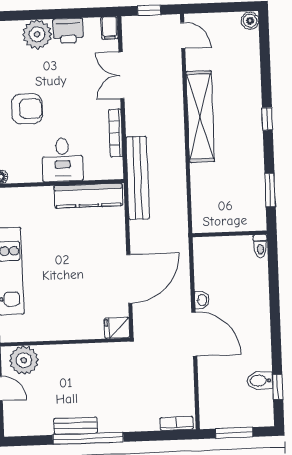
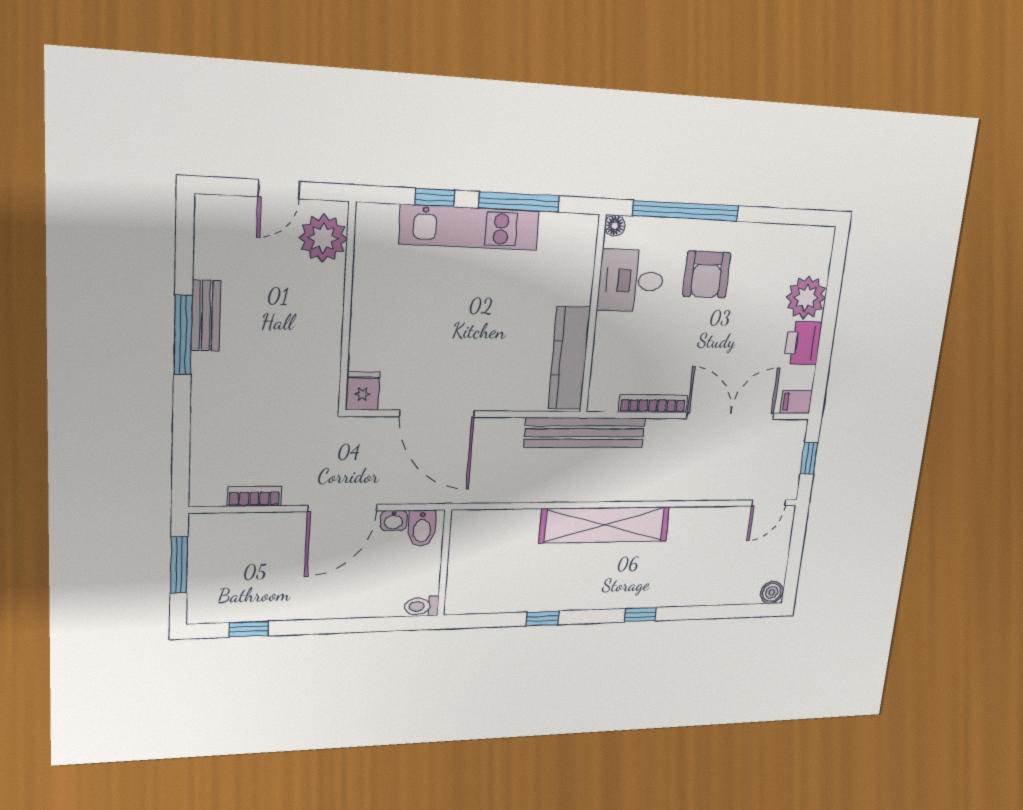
double door: (121, 75) -> (731, 416), width x1.37
shelving: (200, 116) -> (605, 525), moved
desk: (63, 160) -> (631, 281), moved
window: (270, 190) -> (543, 618), width x0.67
wall: (230, 234) -> (444, 563), moved
toilet: (260, 246) -> (422, 606), moved
bidet: (260, 381) -> (422, 528), moved, turned 180
bookcase: (177, 424) -> (254, 496), moved, turned -90
window: (88, 438) -> (183, 335), width x0.68

